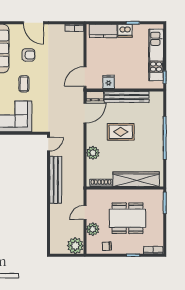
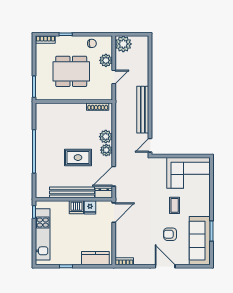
dishwasher: (125, 31) -> (76, 207), moved, turned 180
plant: (92, 139) -> (106, 150), added
wardrobe: (136, 179) -> (63, 110), removed

